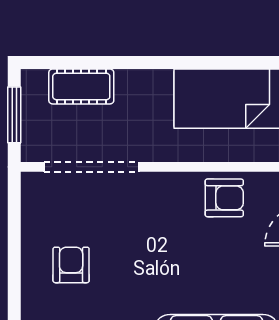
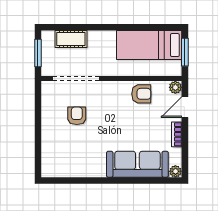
armchair: (71, 265) -> (77, 116), moved

